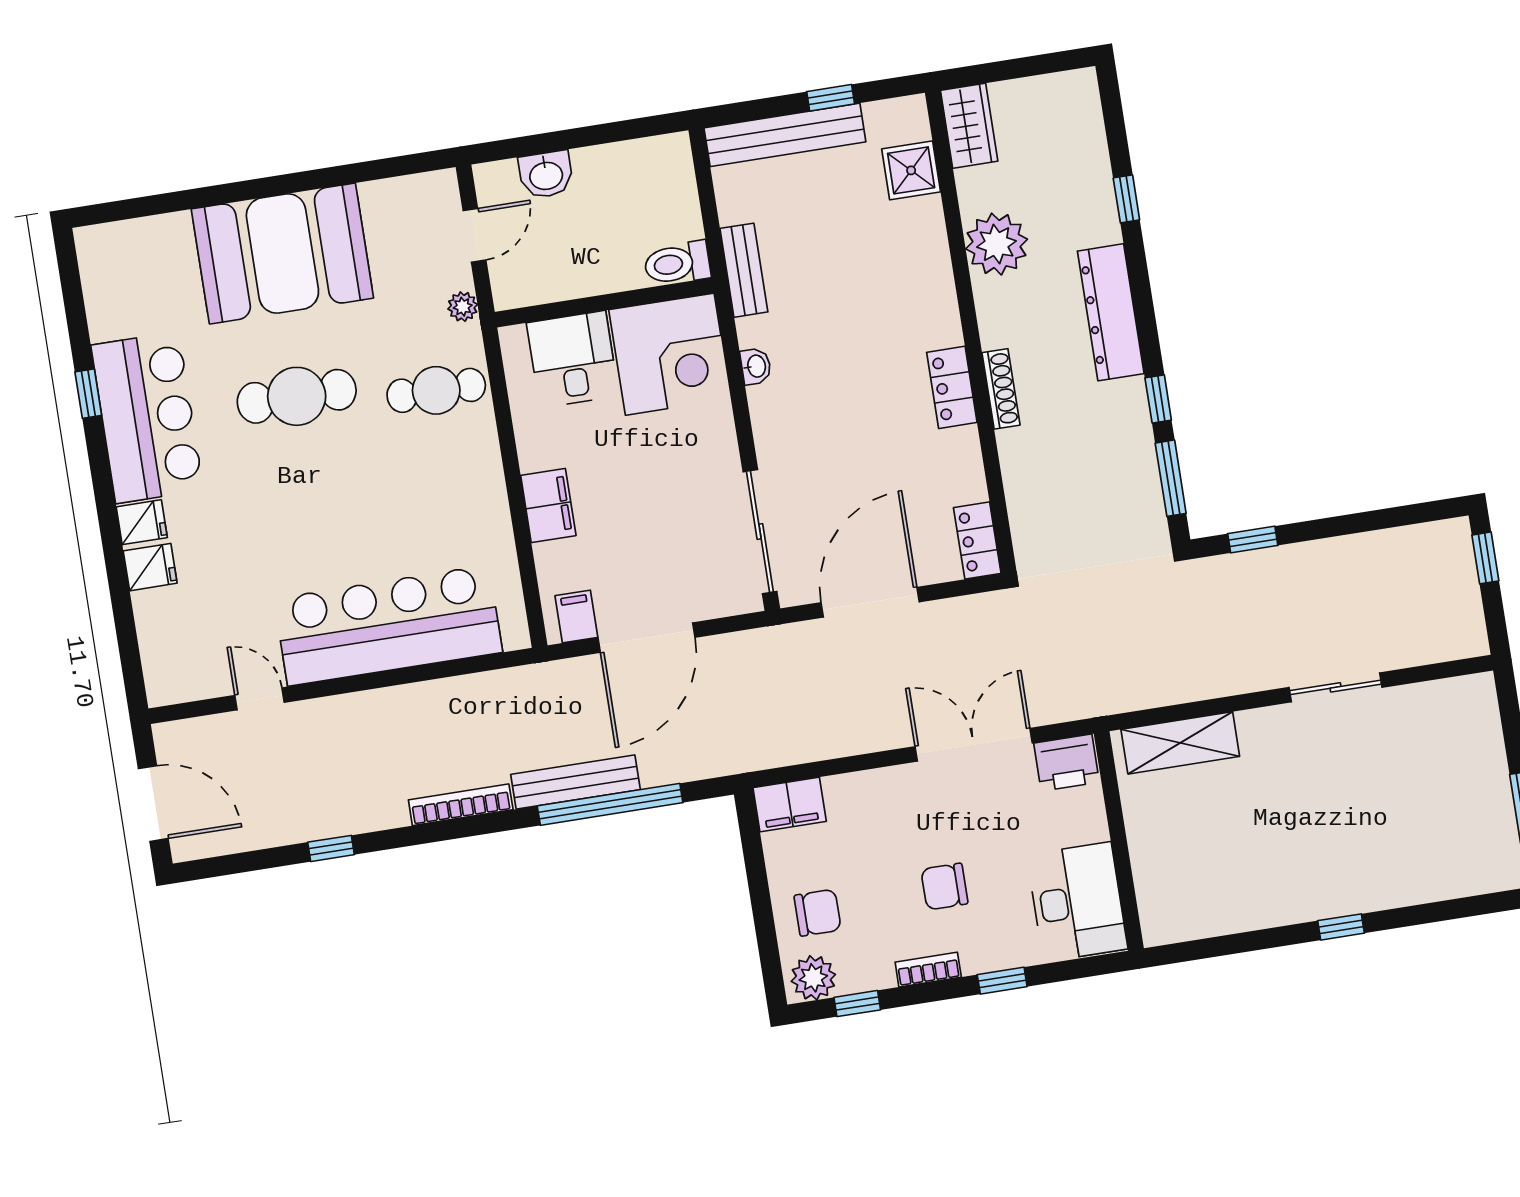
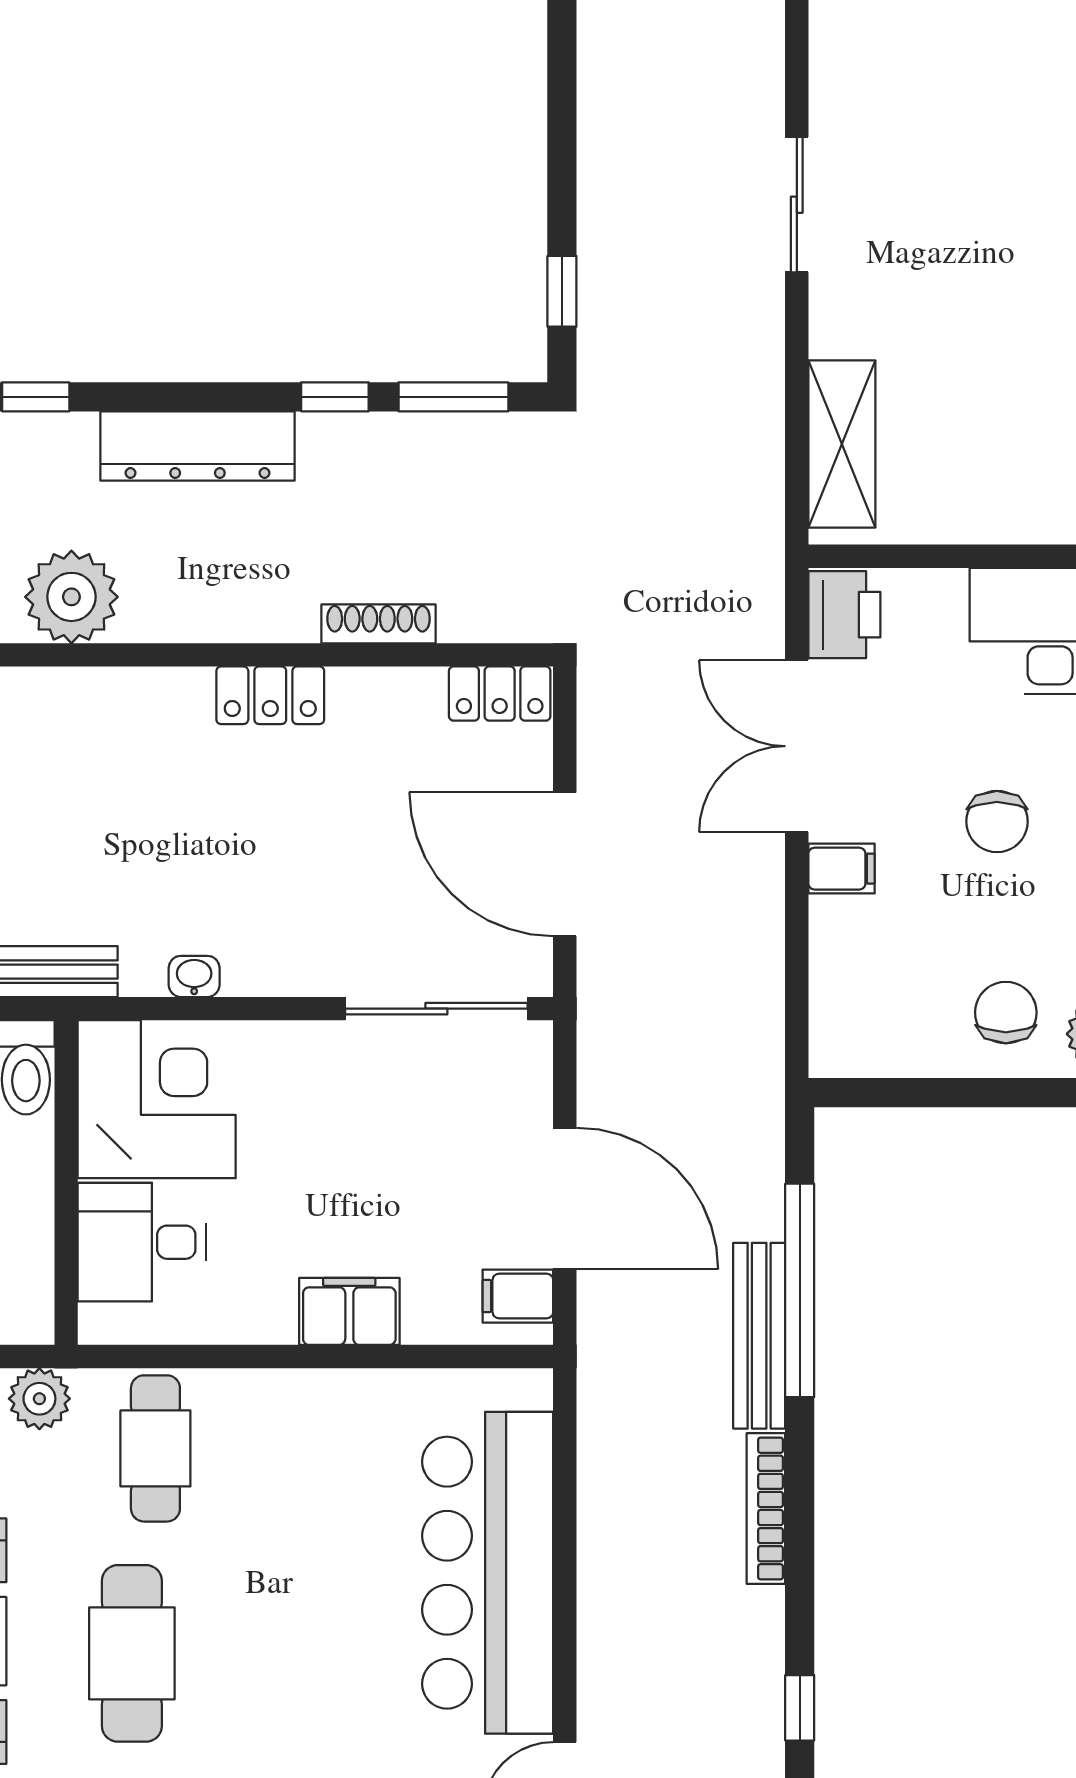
plant: (463, 307) -> (39, 1399), width x1.38, depth x1.38
shoe rack: (1001, 389) -> (379, 624), moved
filing cabinet: (790, 805) -> (842, 869), moved, width x0.50

